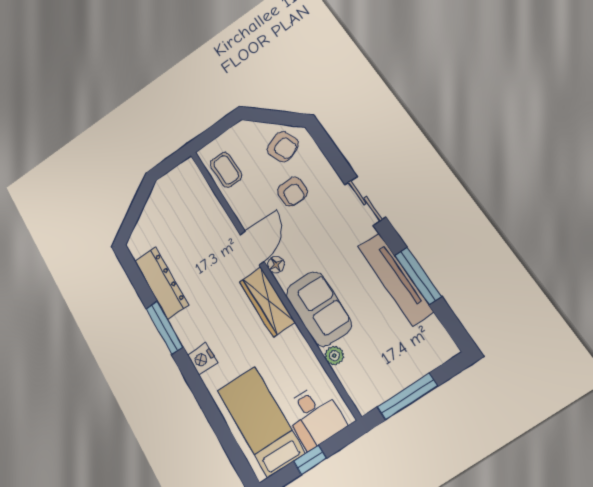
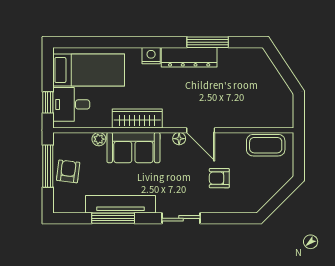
armchair: (283, 147) -> (68, 171), moved, turned 119
coffee table: (226, 170) -> (266, 145), width x1.36, depth x1.30
dresser: (161, 283) -> (189, 57), moved
wardrobe: (267, 302) -> (137, 119), moved
window: (164, 328) -> (208, 42), moved
window: (310, 460) -> (48, 102), moved

